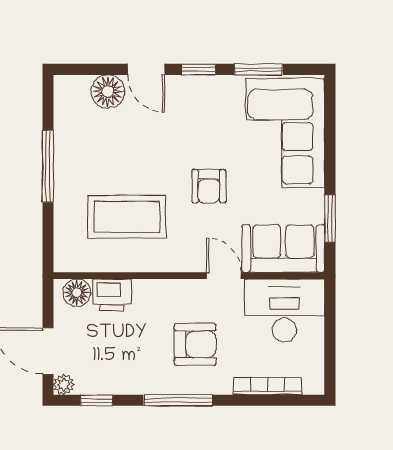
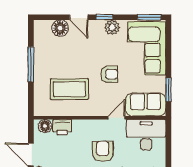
window: (258, 69) -> (149, 17), moved
plant: (215, 90) -> (112, 27), added
armchair: (209, 186) -> (109, 74), turned -90
door: (224, 276) -> (117, 118), hinge flipped
armchair: (195, 344) -> (103, 151), turned -90

